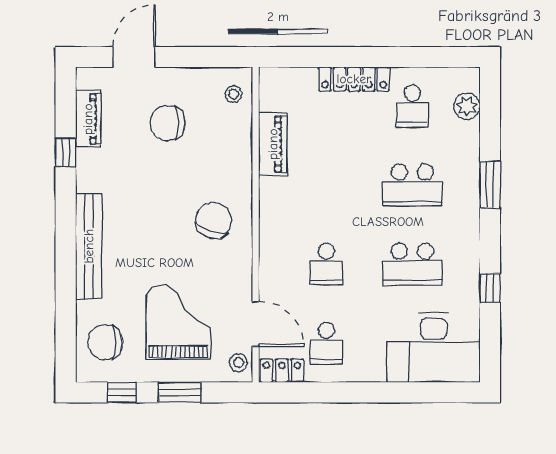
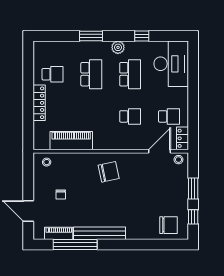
plant: (467, 106) -> (118, 47), moved
chair: (168, 123) -> (61, 194), width x0.54, depth x0.54
piano: (273, 144) -> (71, 141), width x1.37, depth x1.33
window: (66, 152) -> (75, 245), width x3.17
chair: (214, 220) -> (109, 172), turned 149
bench: (89, 246) -> (100, 233), moved
grand piano: (178, 322) -> (159, 189), removed
chair: (105, 342) -> (168, 225), turned -90

